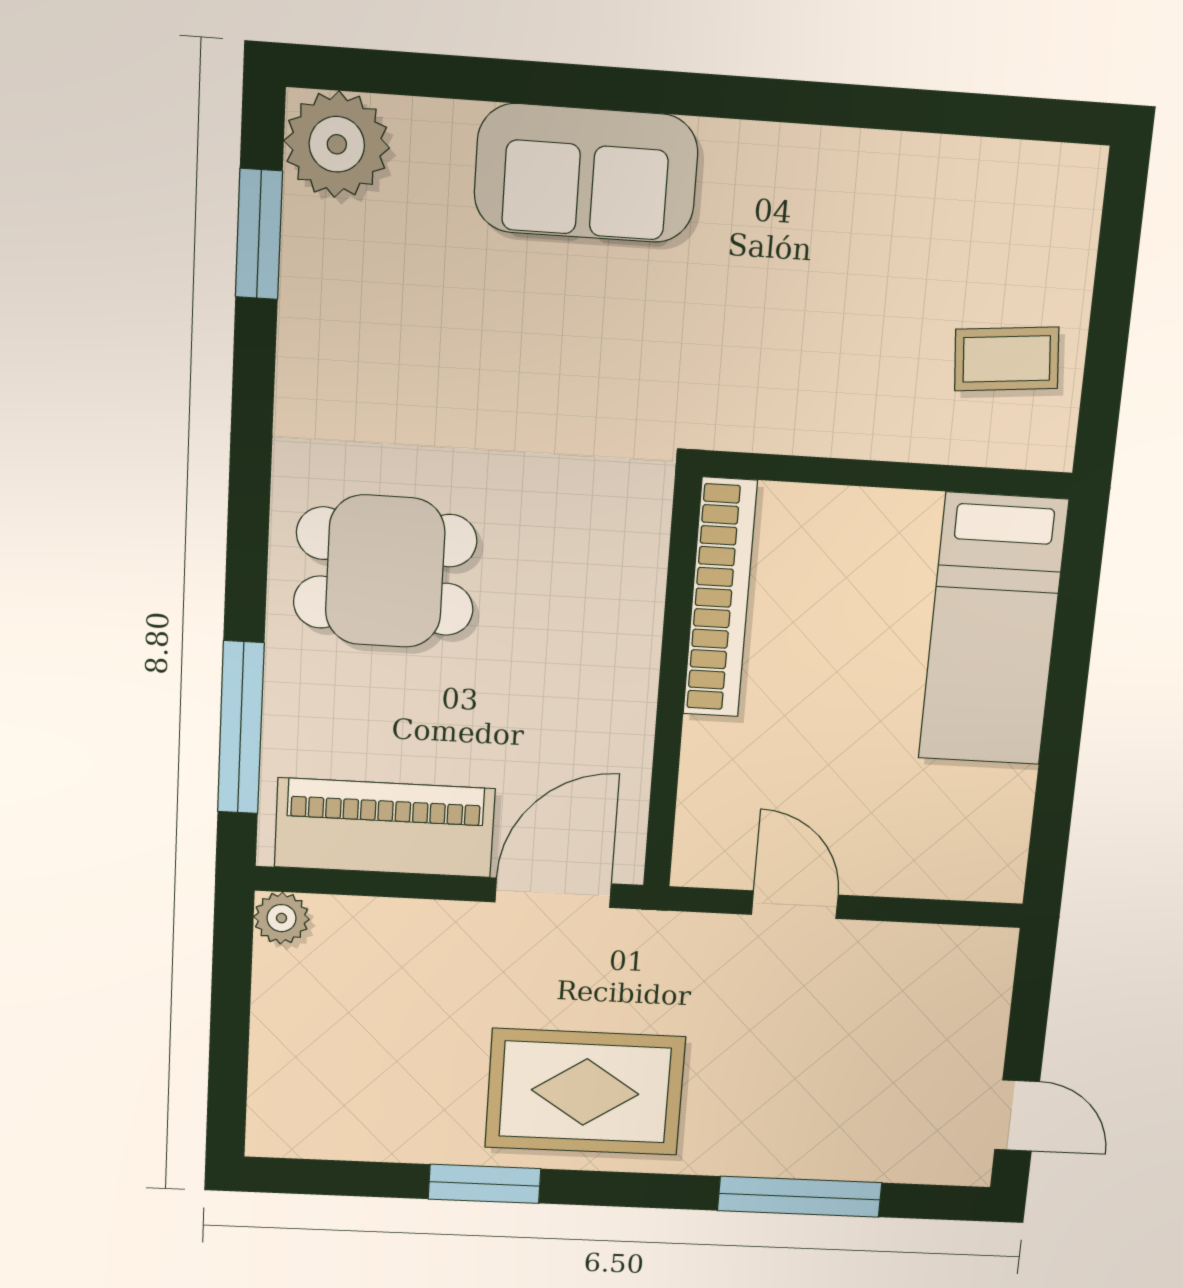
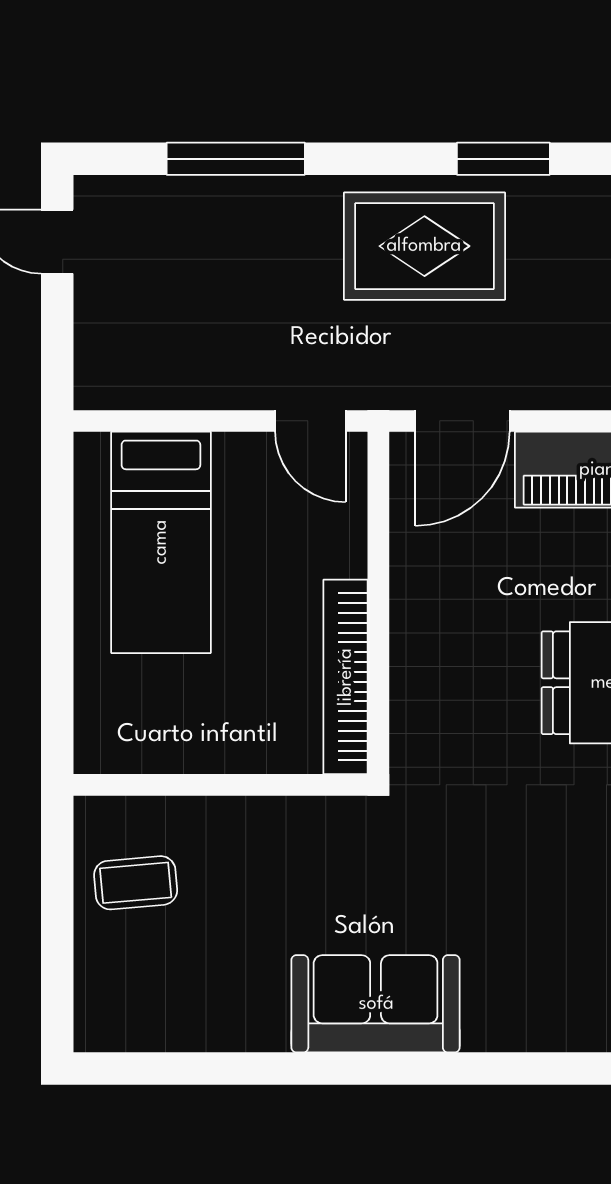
sofa: (586, 173) -> (376, 1004), moved
bed: (993, 630) -> (161, 542), moved, turned 180
door: (795, 905) -> (310, 421), moved

